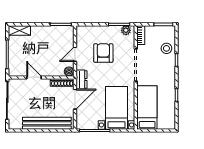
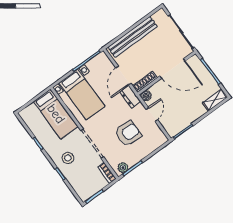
stool: (166, 48) -> (68, 158), moved
armchair: (103, 53) -> (128, 134), turned -90
door: (34, 77) -> (173, 69), width x1.87

